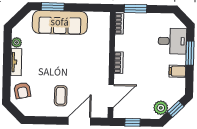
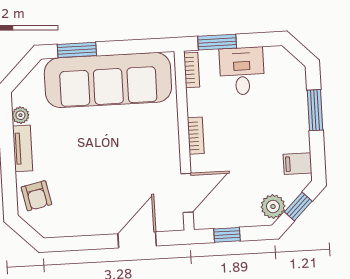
sofa: (60, 22) -> (108, 80), width x1.36, depth x1.27
desk: (172, 41) -> (242, 71), moved, turned -90
filing cabinet: (177, 71) -> (297, 164), moved
coffee table: (61, 96) -> (102, 200), removed

